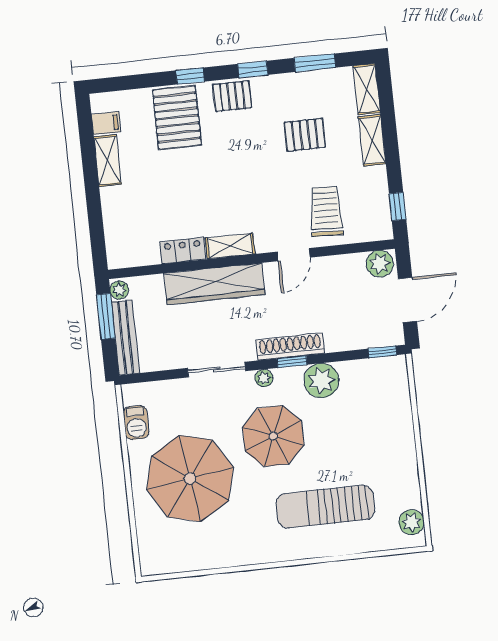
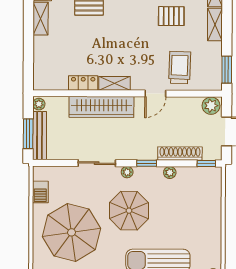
window: (398, 206) -> (227, 70), width x1.50
window: (106, 316) -> (28, 134), moved
shoe rack: (290, 347) -> (180, 154), moved
plant: (321, 381) -> (170, 173), width x0.53, depth x0.53

